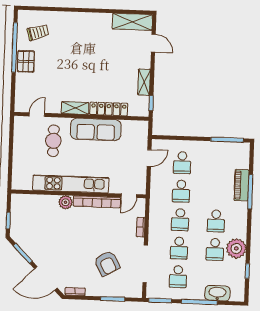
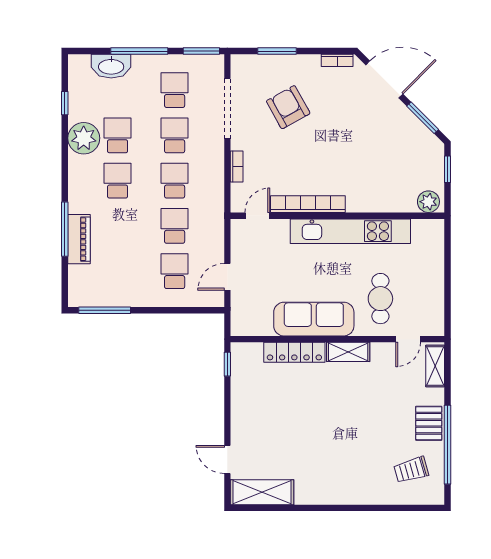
shelving: (144, 82) -> (435, 366), moved
plant: (66, 202) -> (428, 202), moved

